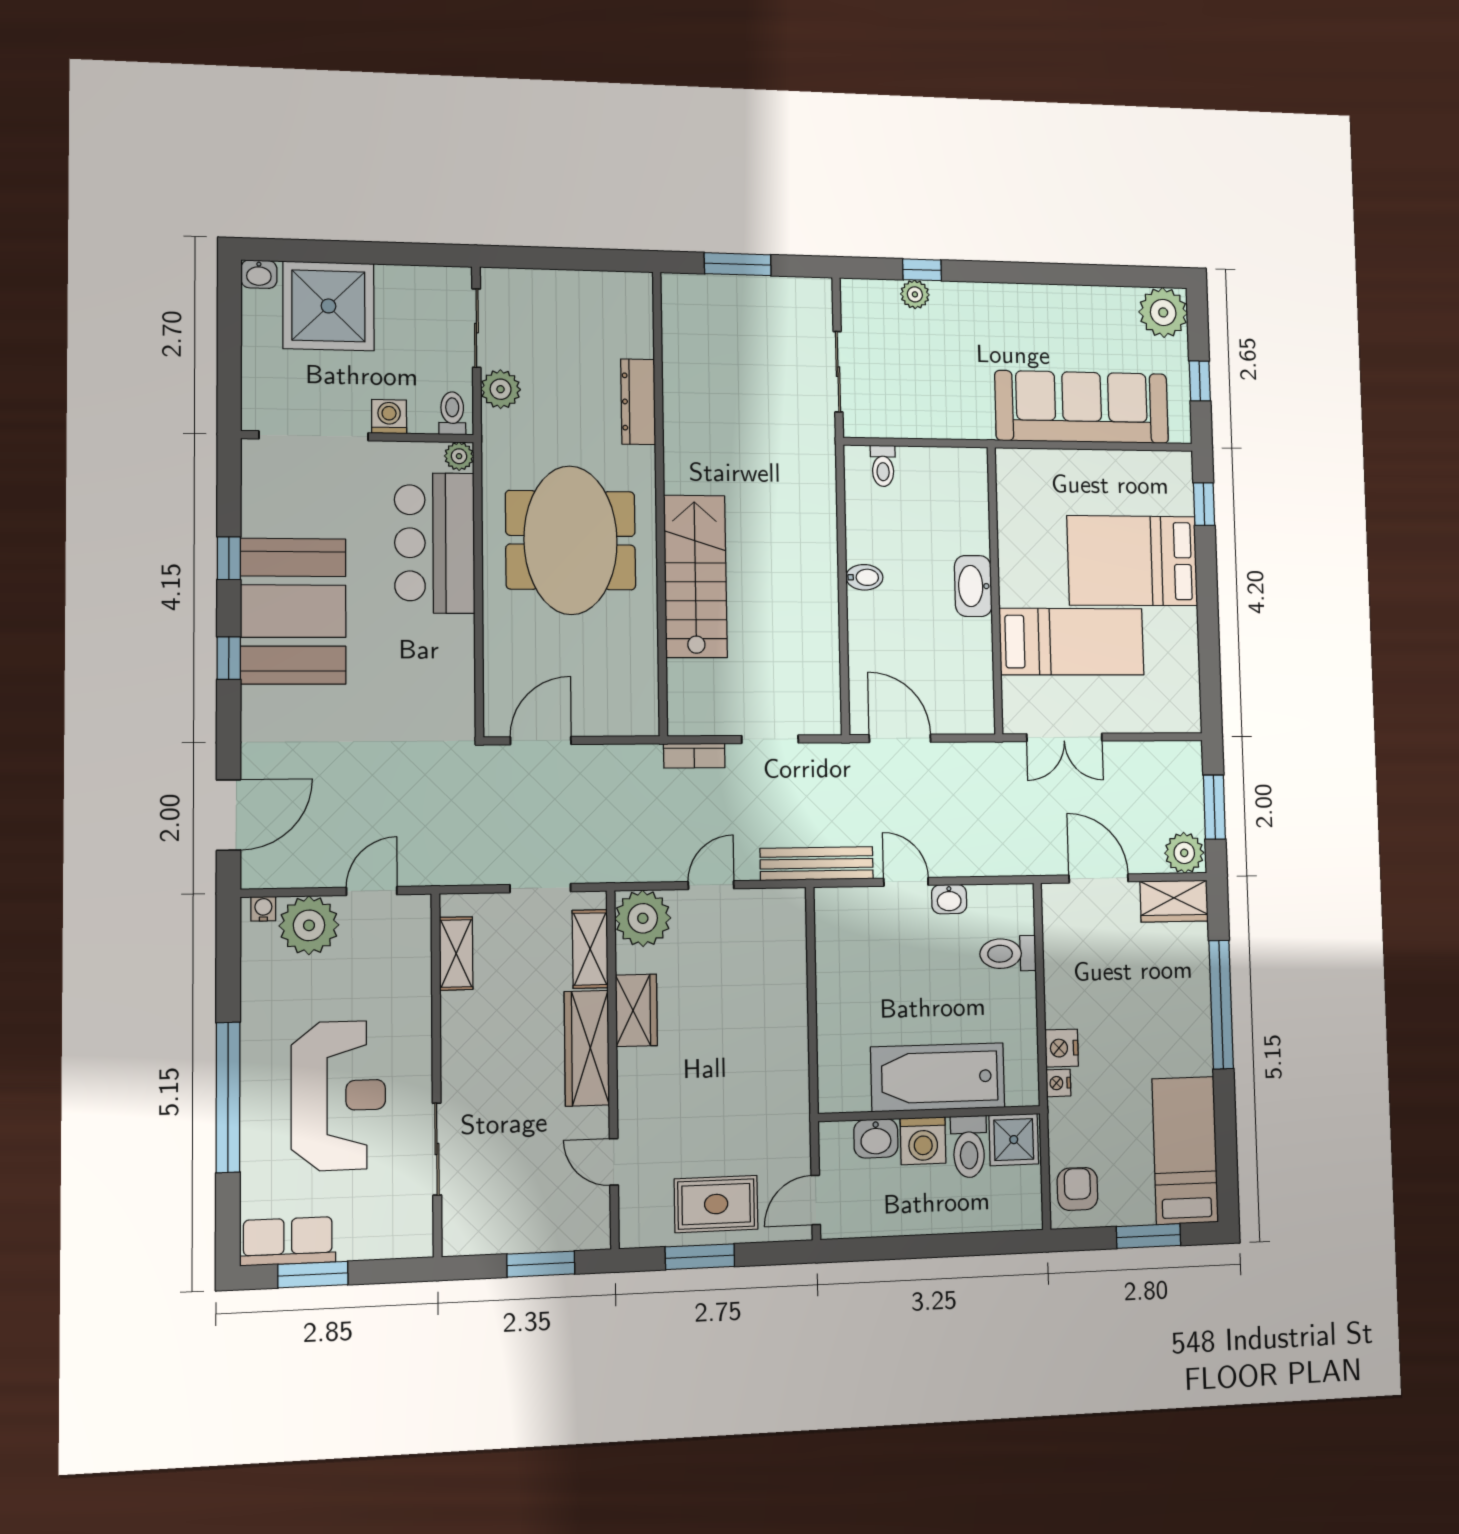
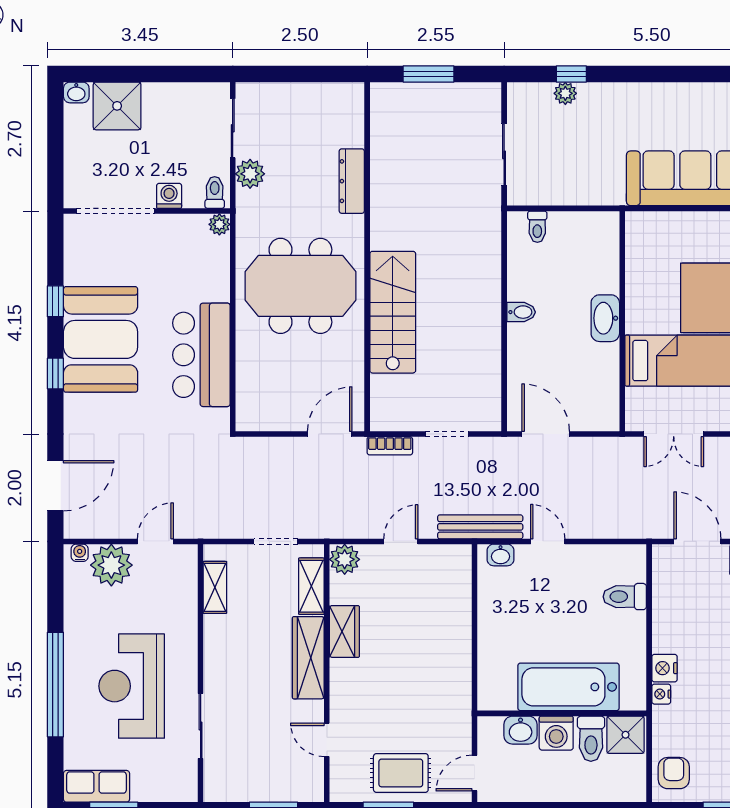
shower: (328, 306) -> (117, 106), width x0.73, depth x0.73
meeting table: (571, 540) -> (300, 286), turned 90
bar counter: (435, 543) -> (201, 355), moved
door: (541, 741) -> (330, 434), moved
washbasin: (949, 899) -> (500, 555), moved
plant: (643, 918) -> (345, 559), width x0.73, depth x0.73
reception desk: (338, 1096) -> (132, 686), turned 180

